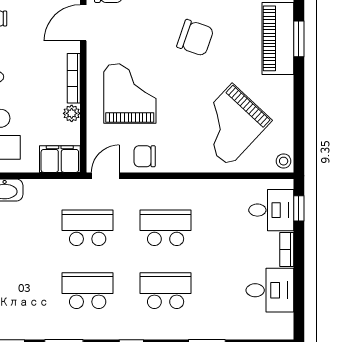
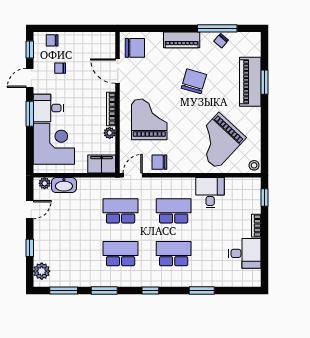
door: (83, 23) -> (118, 71), hinge flipped
chair: (195, 38) -> (194, 81), turned -93
desk: (271, 210) -> (210, 193), moved, turned -90

